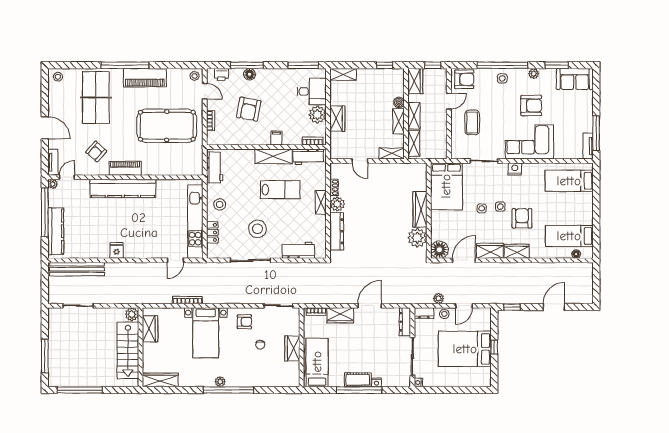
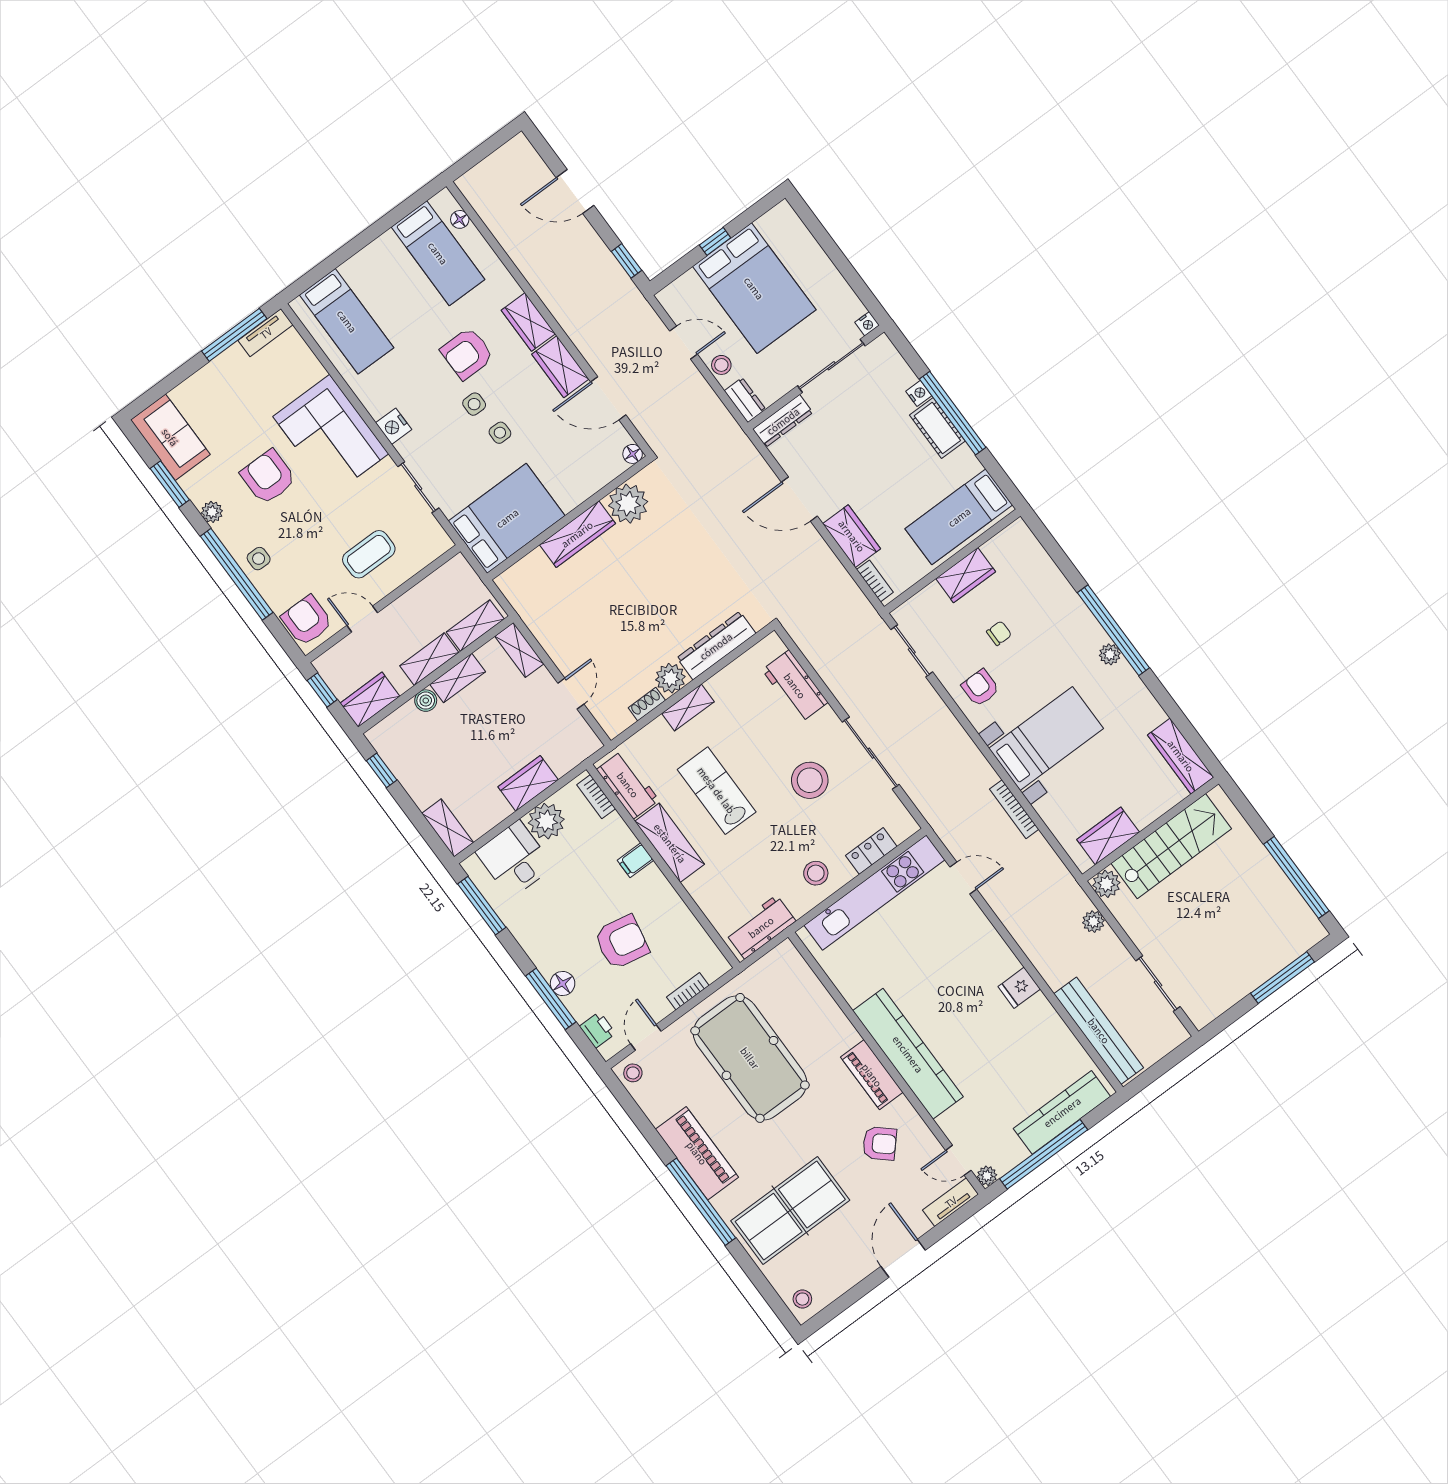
floor lamp: (439, 250) -> (633, 454), width x0.53, depth x0.53
plant: (439, 298) -> (1093, 922), moved

